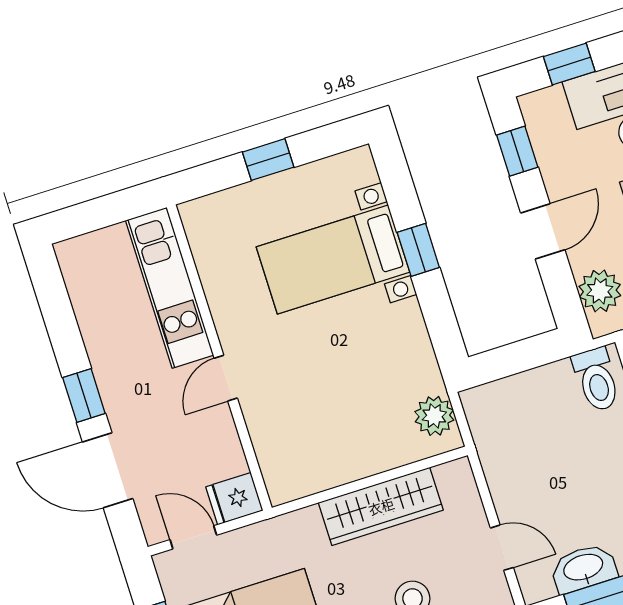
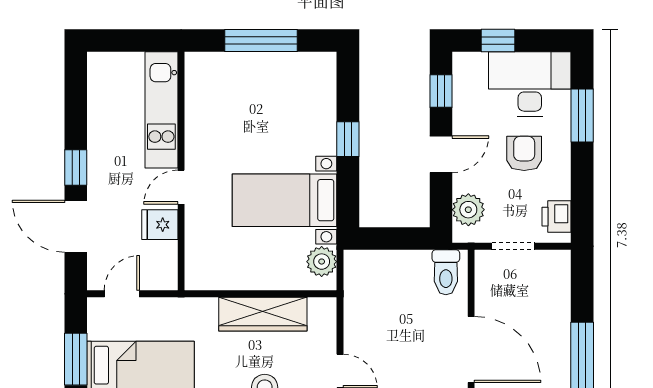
window: (268, 160) -> (261, 41), width x2.17
bed with nightstands: (333, 260) -> (285, 200), moved
fridge: (234, 499) -> (160, 225), moved
door: (193, 537) -> (122, 294), hinge flipped

